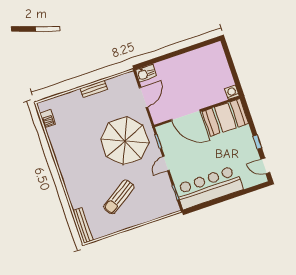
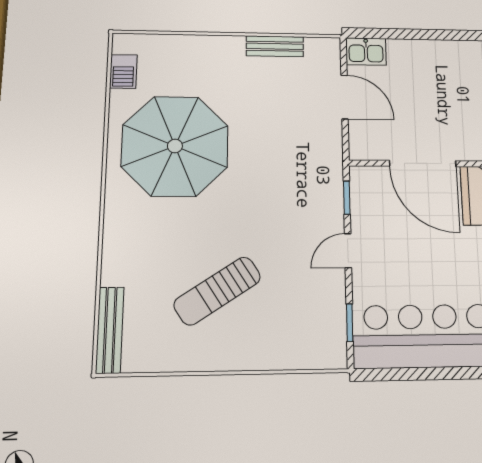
bench: (94, 89) -> (275, 46), moved
door: (143, 97) -> (344, 97), hinge flipped
parasol: (125, 141) -> (175, 146), moved

